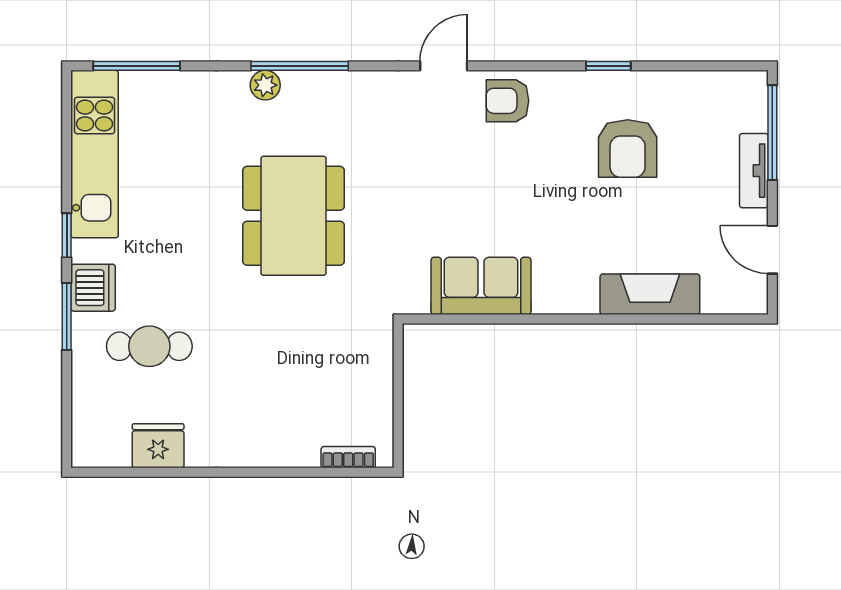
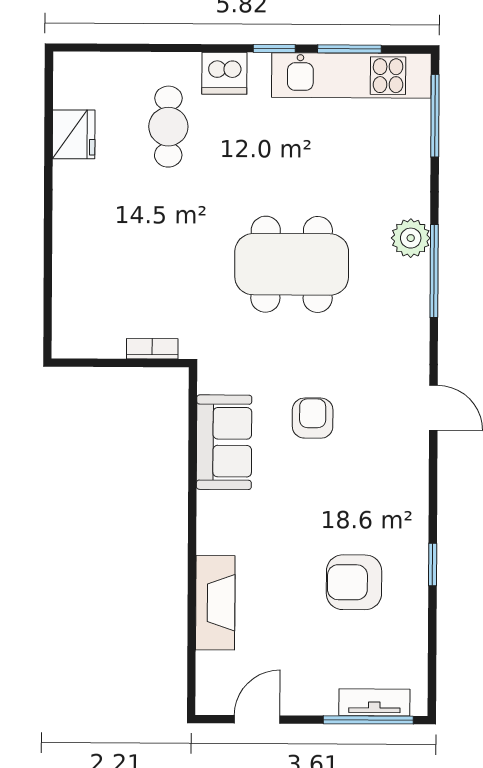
plant: (265, 85) -> (411, 238), width x1.38, depth x1.38
armchair: (508, 101) -> (313, 418), moved
tv unit: (754, 171) -> (374, 702), moved
window: (67, 316) -> (349, 49), moved
bookcase: (348, 457) -> (152, 349), moved, turned -90

